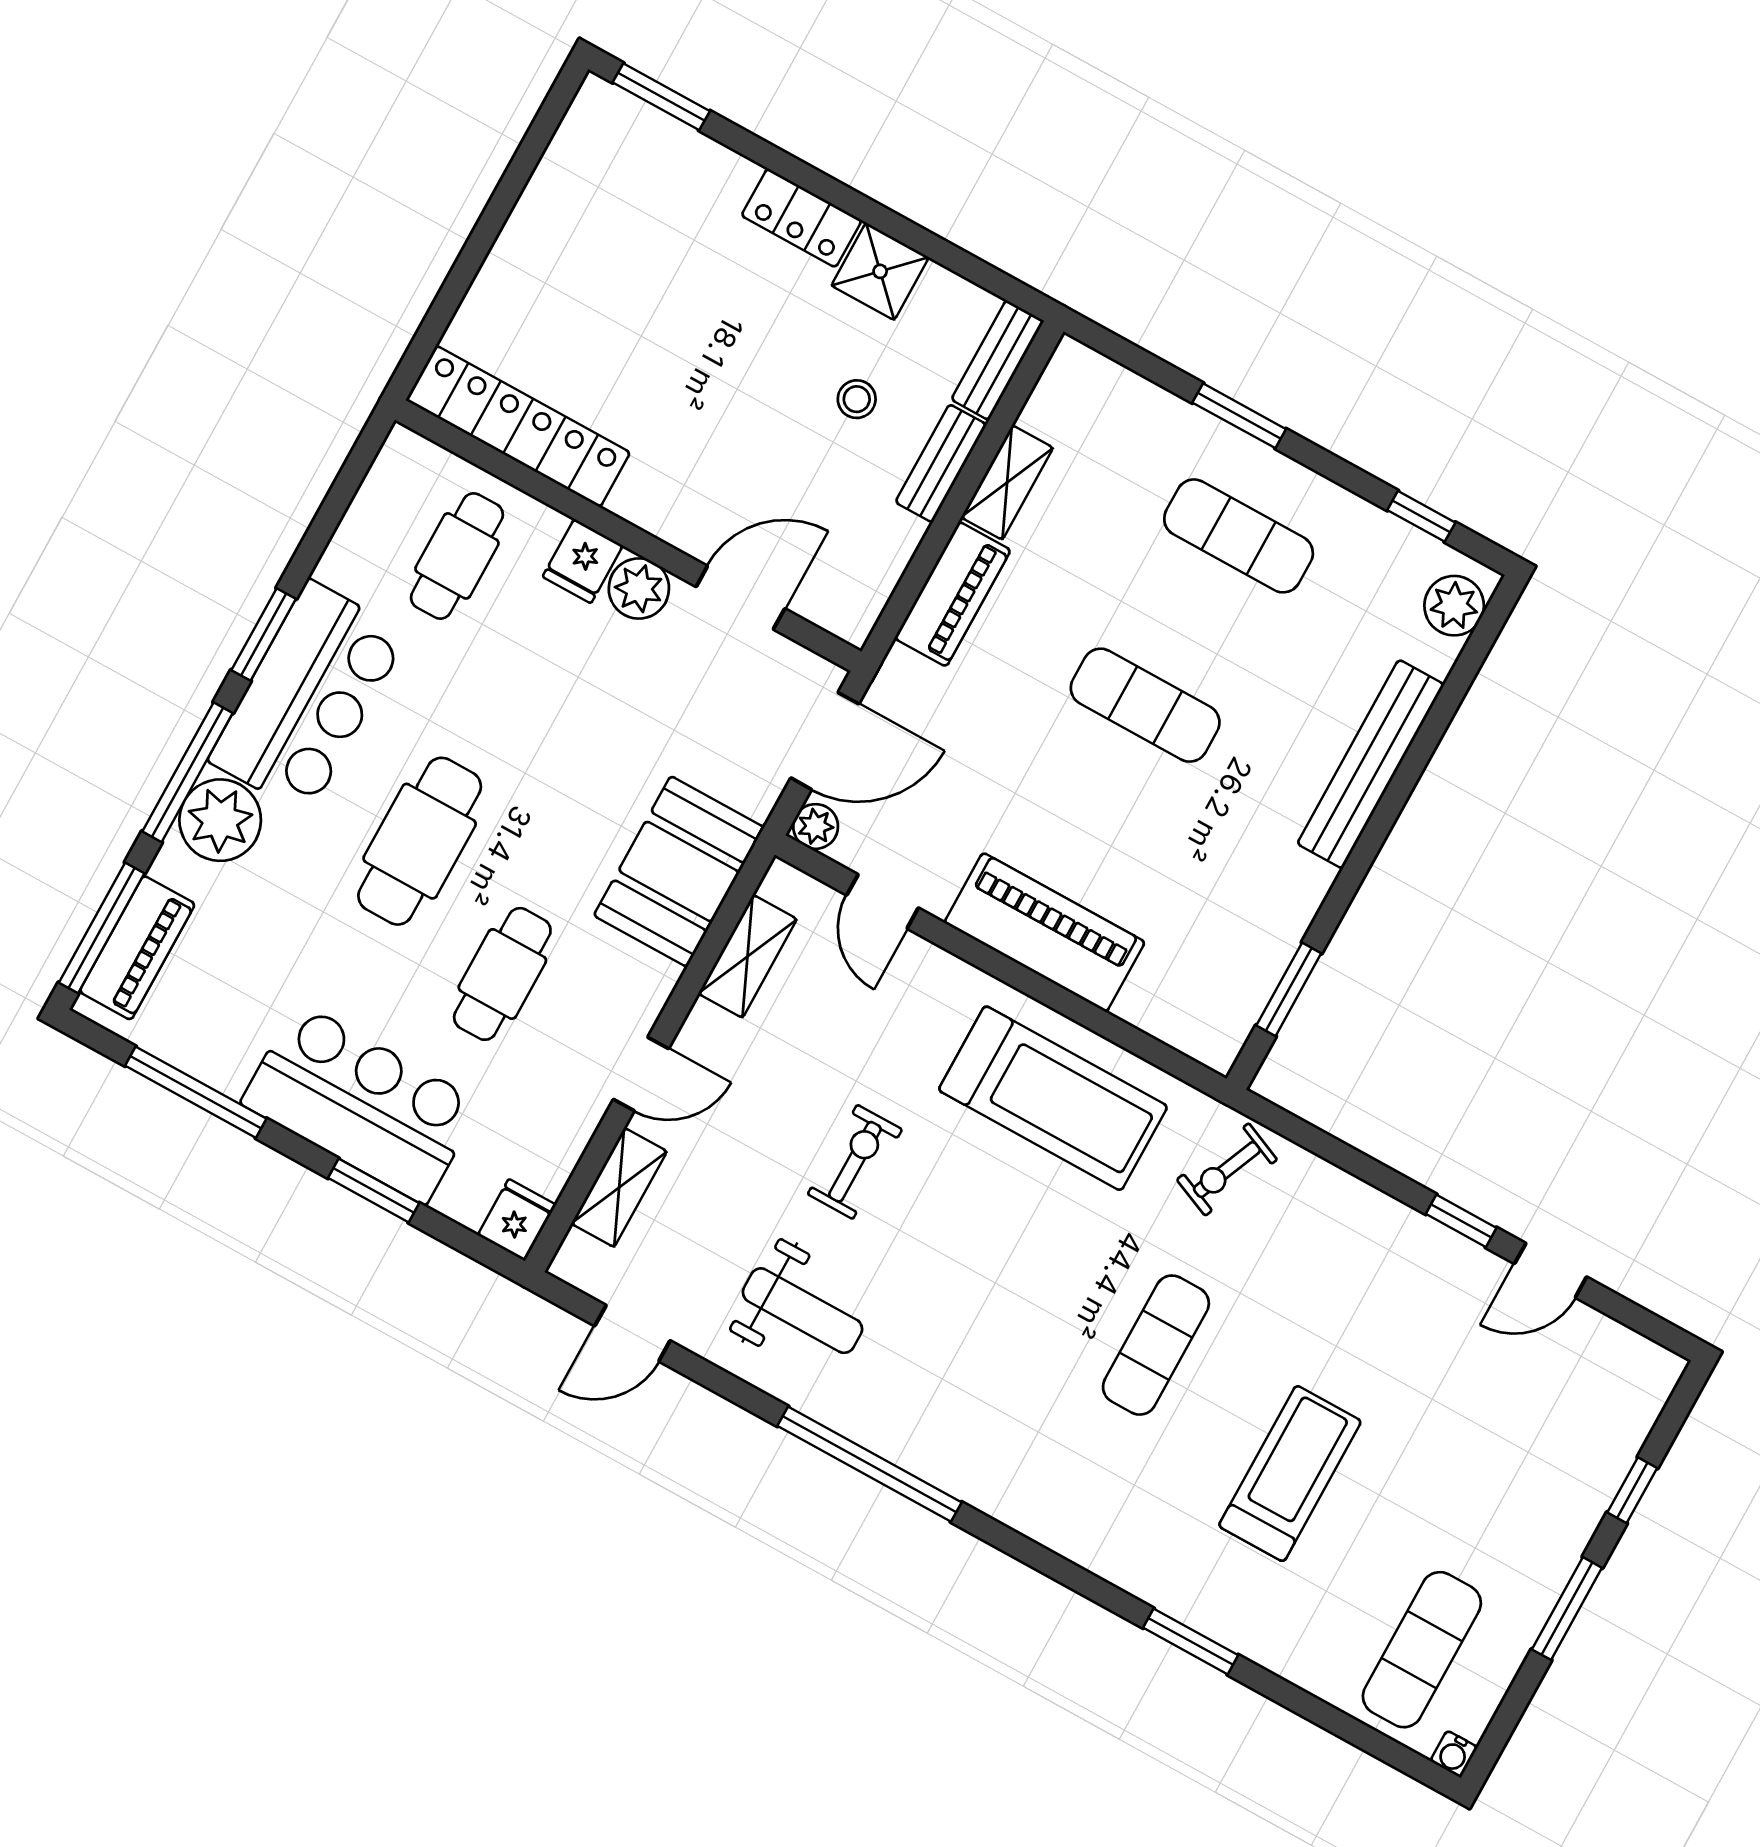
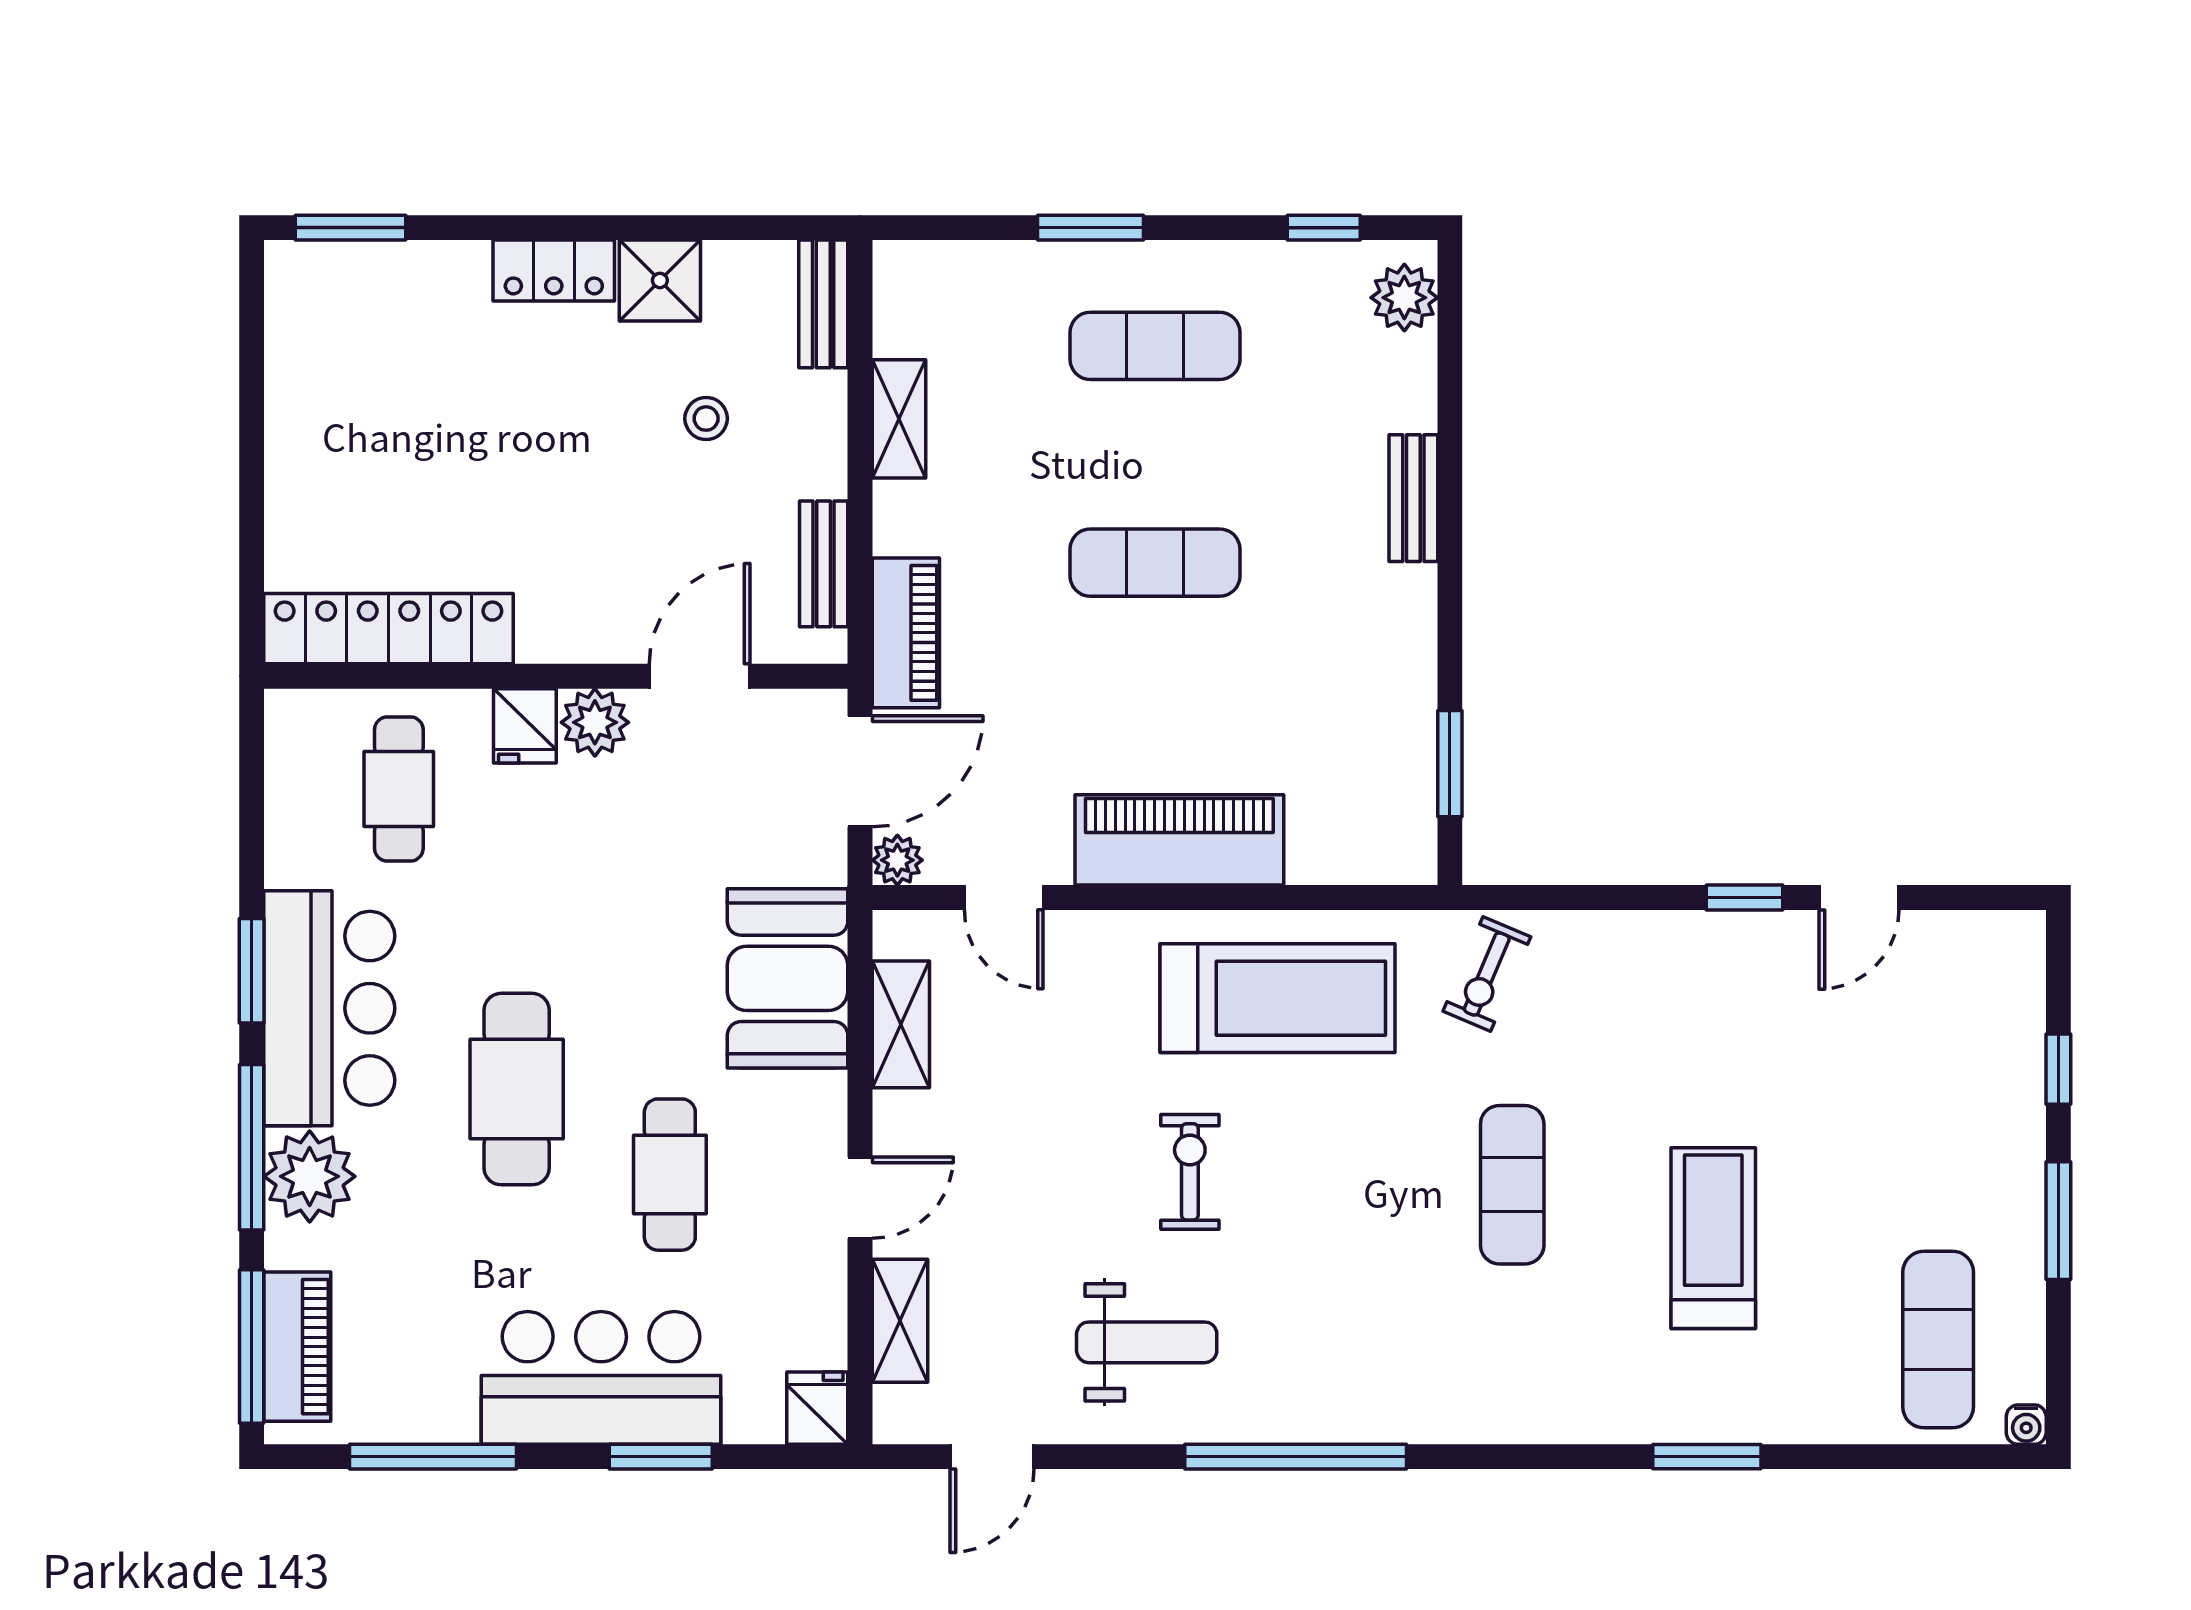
bench: (941, 463) -> (824, 564), moved
piano: (953, 594) -> (906, 633), moved
bench: (1371, 764) -> (1413, 498), width x0.54, depth x0.82
exercise bike: (855, 1162) -> (1190, 1172), moved

